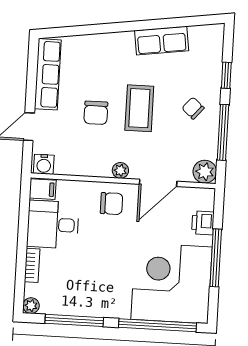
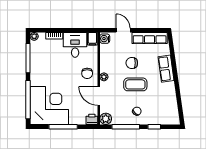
row of seats: (162, 41) -> (166, 69), moved
printer: (203, 223) -> (92, 119), moved

